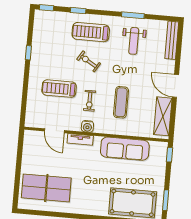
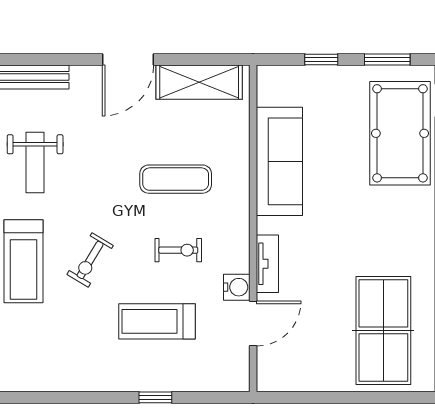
weight bench: (134, 41) -> (35, 163), turned 90
window: (28, 53) -> (155, 397), moved
treadmill: (59, 89) -> (157, 321), turned 90
water cooler: (87, 126) -> (237, 287), moved
window: (170, 155) -> (321, 60), moved

